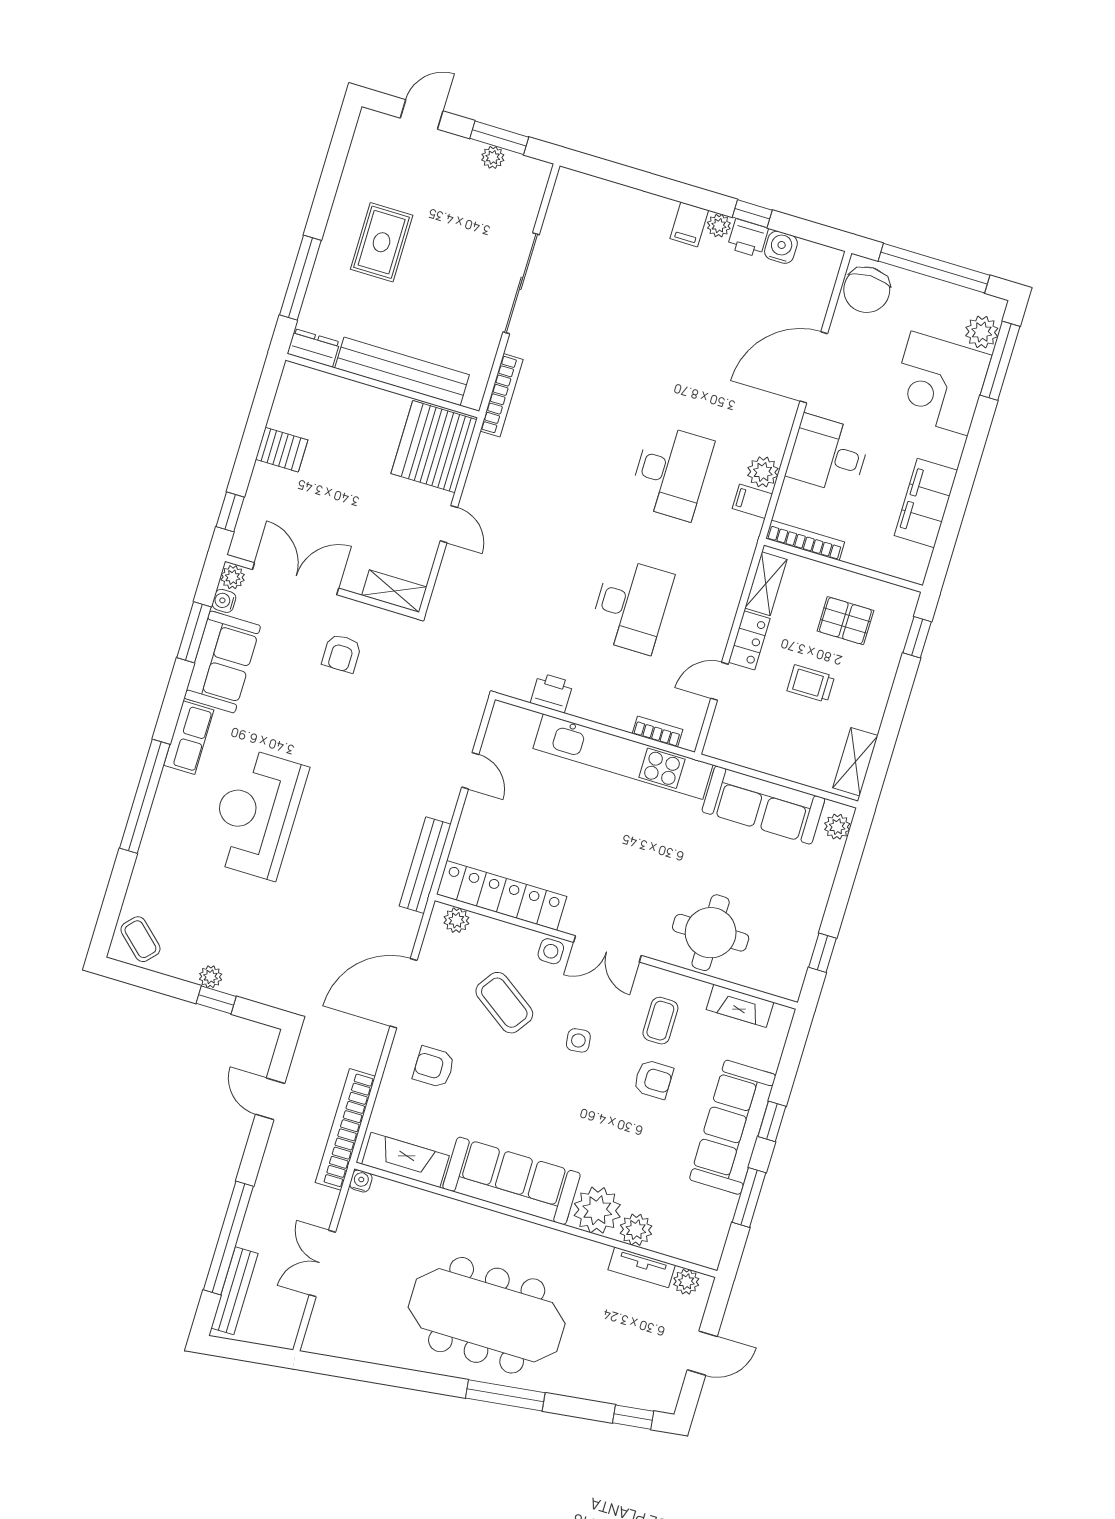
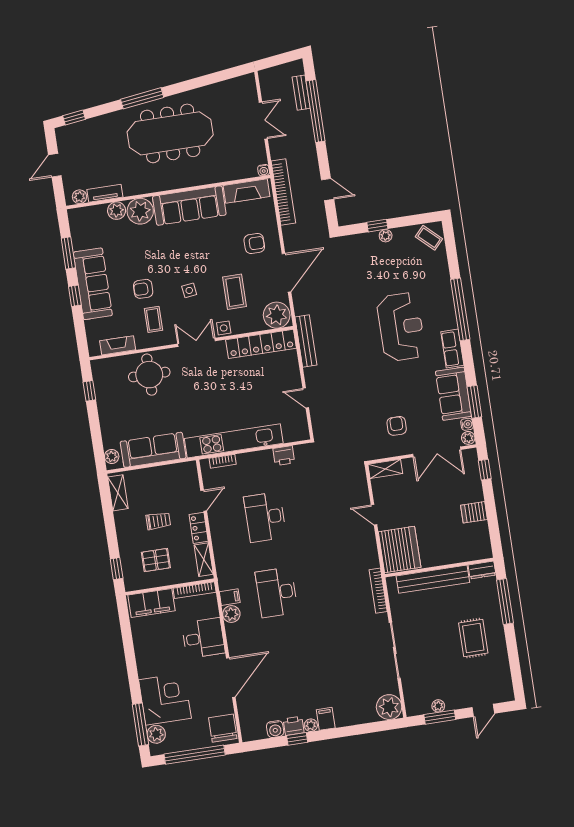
plant: (575, 194) -> (389, 707), added
filing cabinet: (926, 503) -> (152, 603), moved, turned 90
plant: (456, 920) -> (277, 315), width x1.87, depth x1.87
coffee table: (504, 1003) -> (235, 292), turned 55
bench: (235, 1291) -> (301, 93), width x0.73

